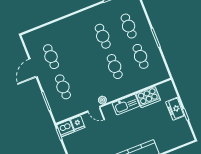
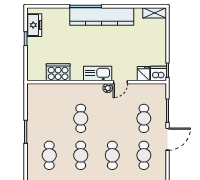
cafe table: (141, 56) -> (112, 155), moved
door: (33, 68) -> (167, 139), moved
kitchen sink: (126, 105) -> (98, 74), moved
door: (94, 109) -> (120, 82), swing flipped
freezer: (175, 109) -> (34, 25), moved

